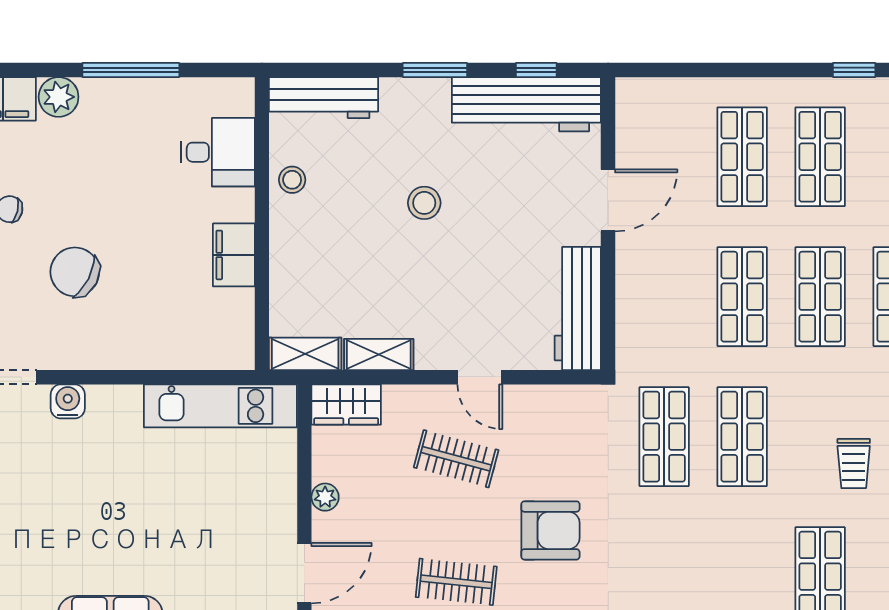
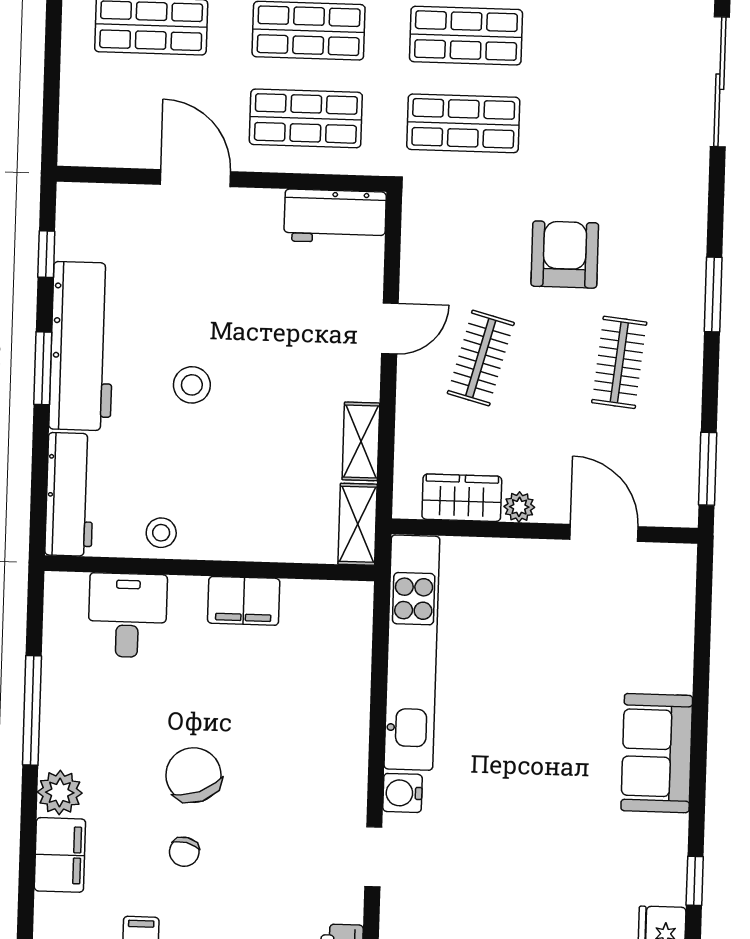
workbench: (526, 104) -> (82, 346), moved
chair: (75, 272) -> (193, 775), moved, turned 132
shop shelf: (664, 297) -> (306, 118), added
workbench: (578, 309) -> (335, 216), width x0.73
wardrobe: (346, 404) -> (462, 498), moved, turned -90
kitchen unit: (220, 406) -> (412, 653), width x1.36

